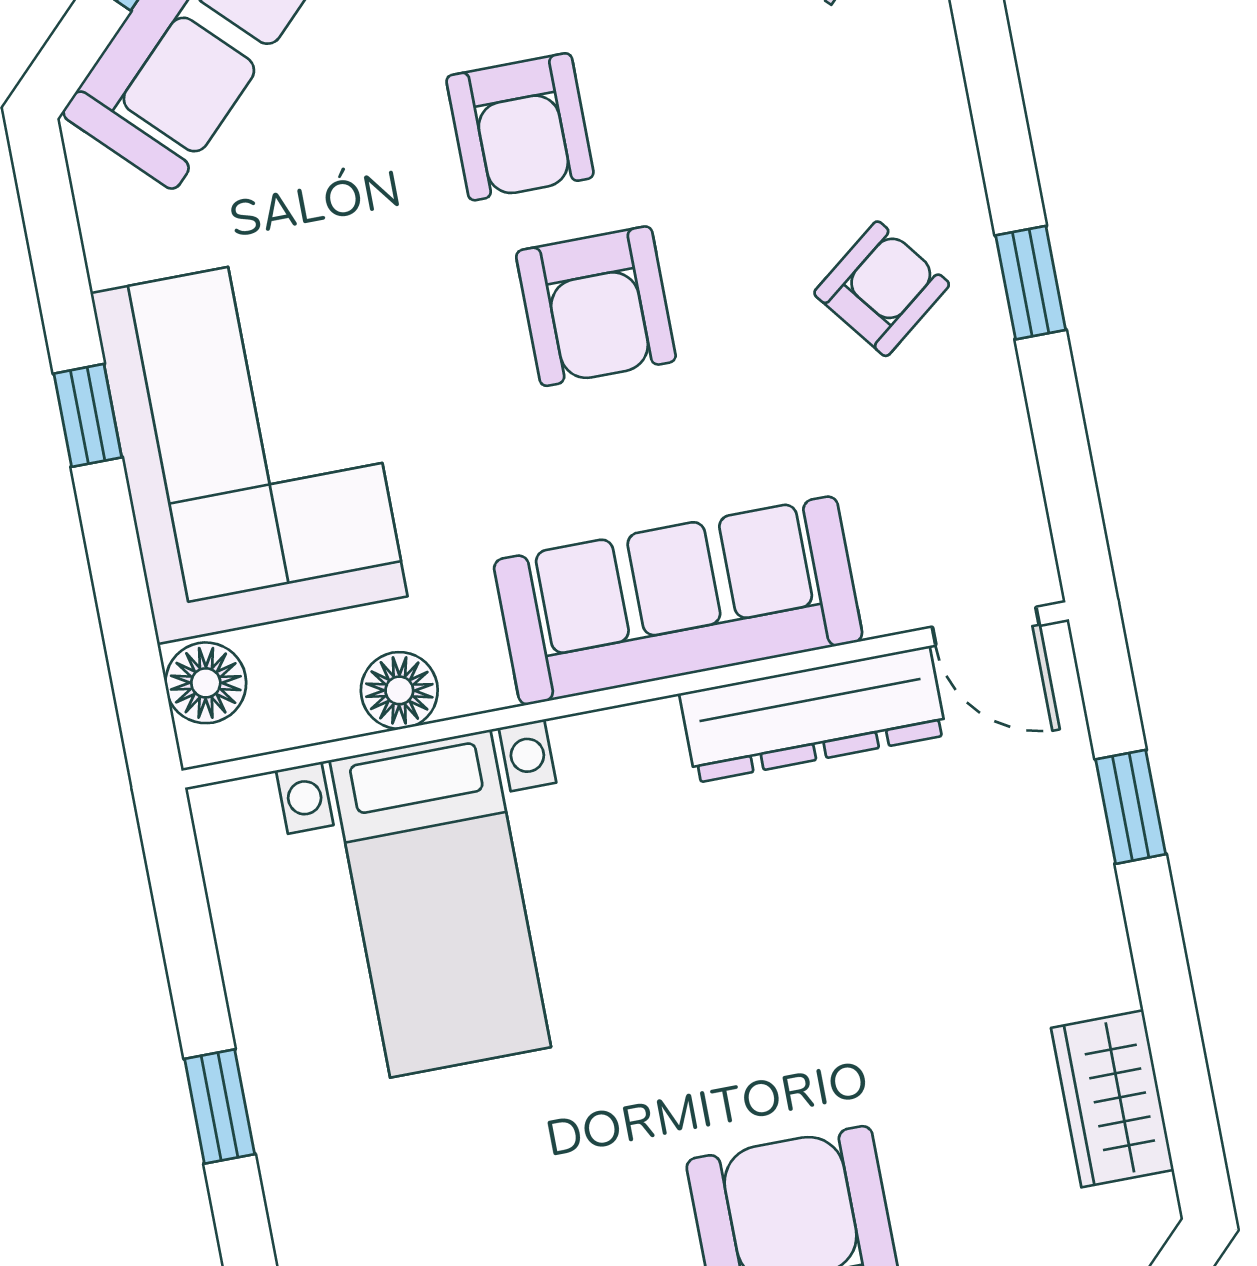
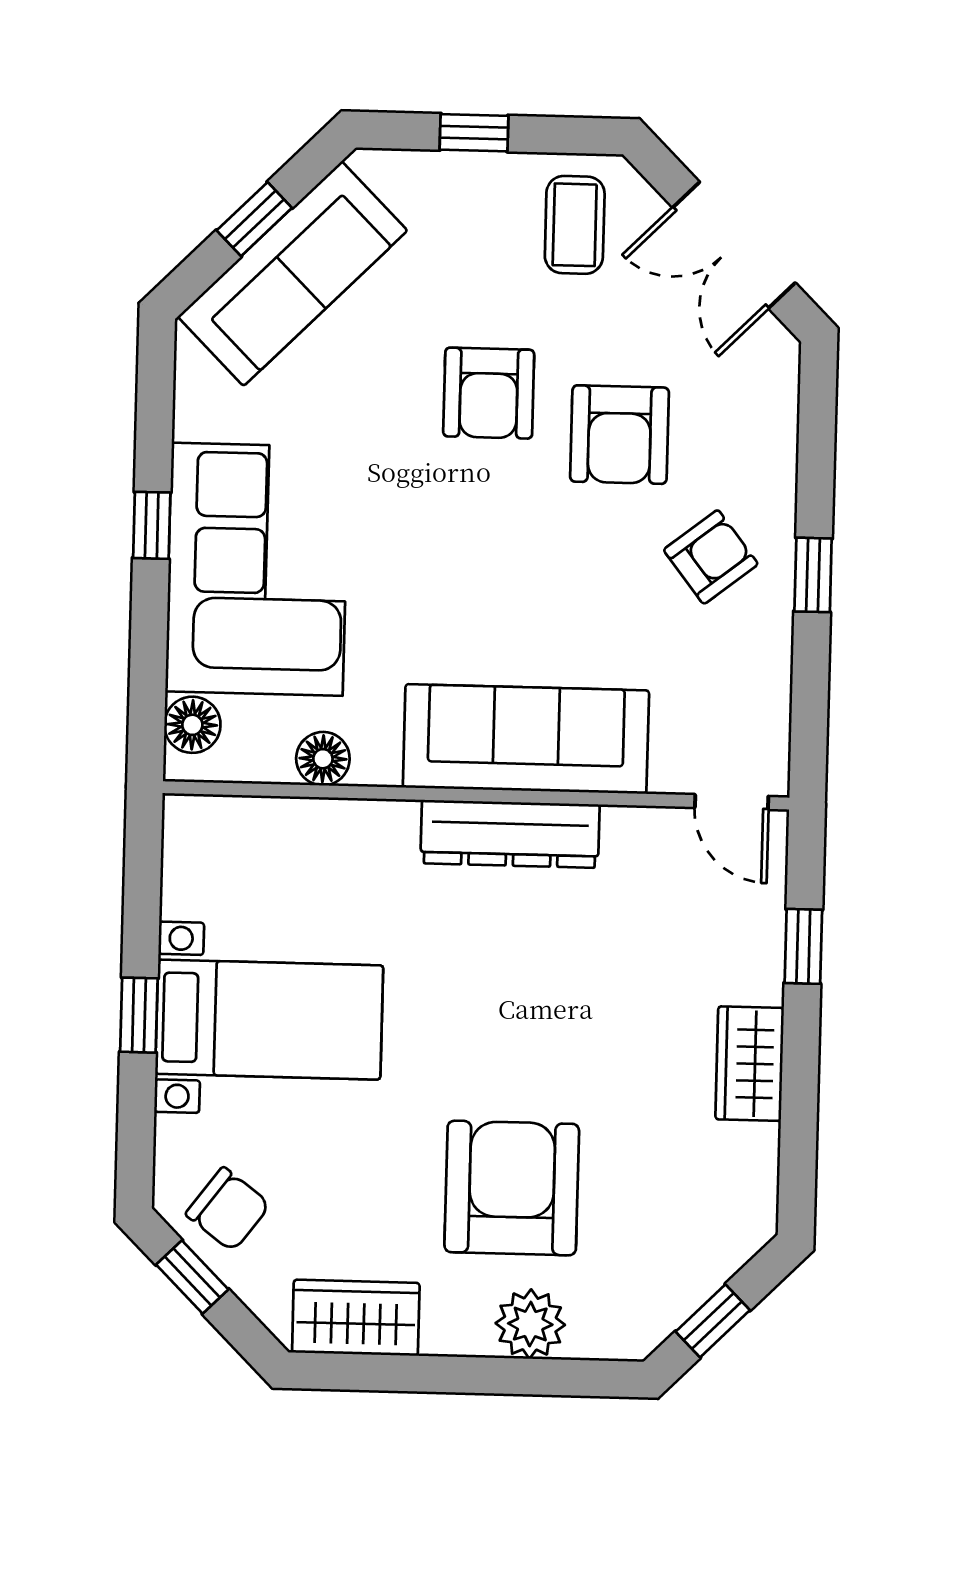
armchair: (596, 306) -> (620, 435), moved
dresser: (813, 714) -> (510, 834), moved
bed with nightstands: (440, 904) -> (269, 1020), moved, turned -90
wardrobe: (1112, 1099) -> (750, 1064), moved

